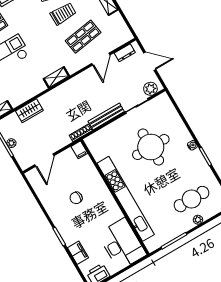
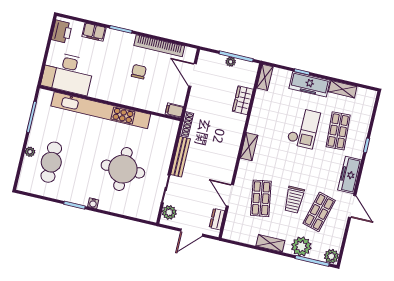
bookcase: (46, 201) -> (159, 46), added

